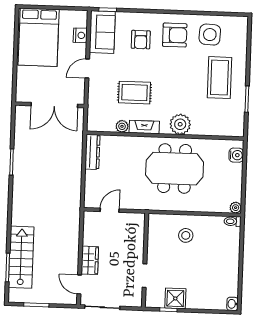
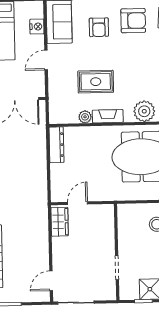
wardrobe: (90, 260) -> (60, 222), moved
door: (79, 284) -> (51, 281), hinge flipped

